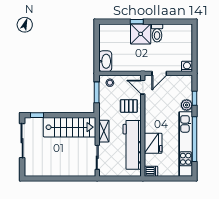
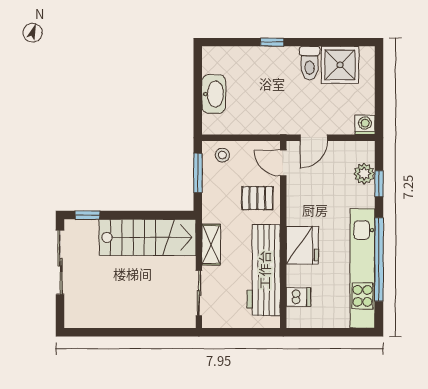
shower: (141, 34) -> (340, 65), moved
washbasin: (105, 61) -> (214, 94), moved
plant: (187, 105) -> (364, 174), moved
fridge: (153, 143) -> (302, 245), moved
dishwasher: (151, 171) -> (298, 297), moved

